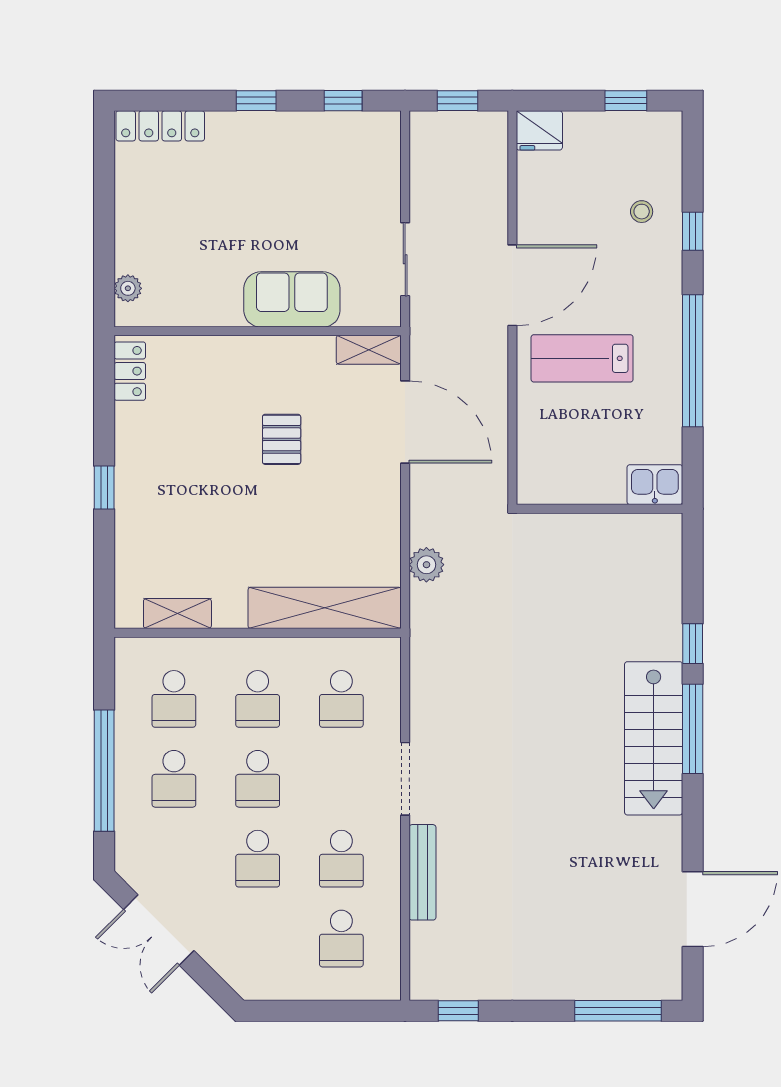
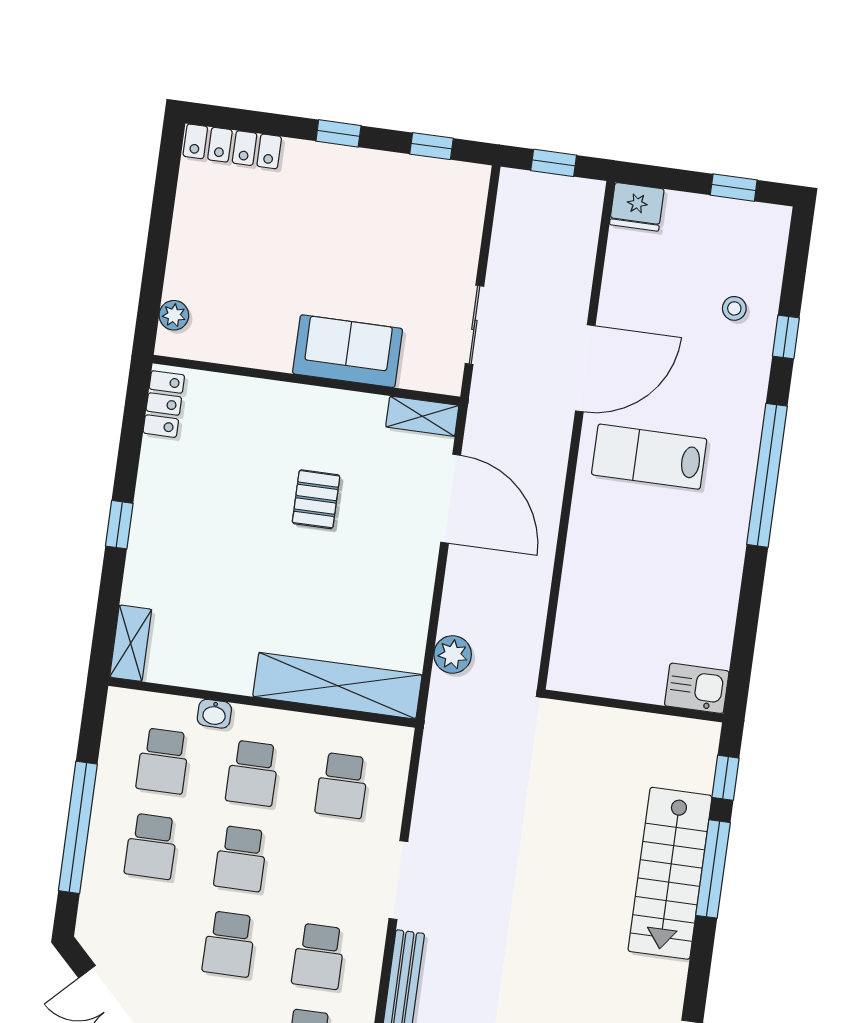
kitchen sink: (655, 485) -> (697, 688), moved
wall: (599, 509) -> (634, 706), moved
shelving: (177, 613) -> (131, 643), moved, turned 90
washbasin: (215, 649) -> (214, 714), added

